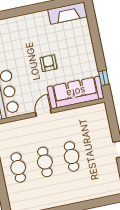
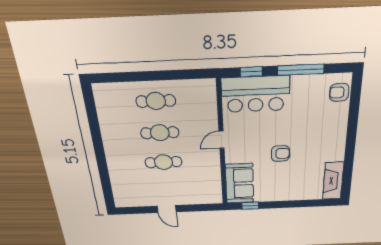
sofa: (76, 92) -> (240, 184), width x0.73
door: (43, 113) -> (221, 140), swing flipped

